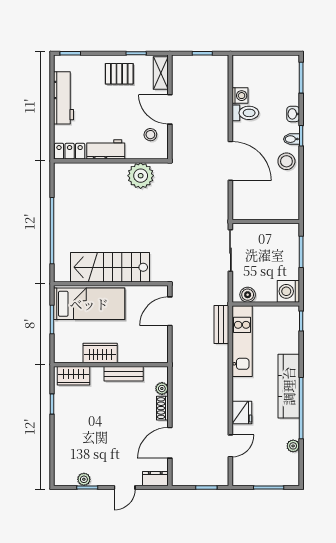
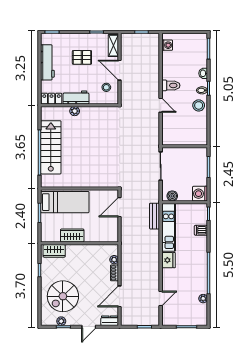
pallet: (119, 74) -> (82, 57), moved
washing machine: (240, 96) -> (167, 45), moved
toilet: (245, 113) -> (171, 85), moved
door: (230, 161) -> (161, 105), width x0.53
plant: (141, 176) -> (75, 111), moved, width x0.53, depth x0.53
stairs: (110, 267) -> (51, 147), moved, turned 90
dishwasher: (290, 345) -> (201, 230), added
bench: (124, 374) -> (88, 250), removed
kitchen counter: (289, 386) -> (200, 258), removed
fridge: (242, 412) -> (168, 260), moved
spiral stairs: (86, 443) -> (63, 296), added

